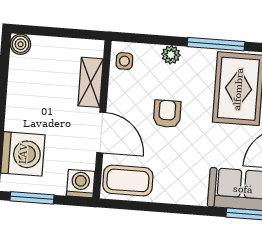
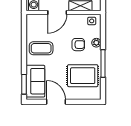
armchair: (167, 114) -> (78, 45), moved
coffee table: (128, 180) -> (41, 48), moved, turned 90

